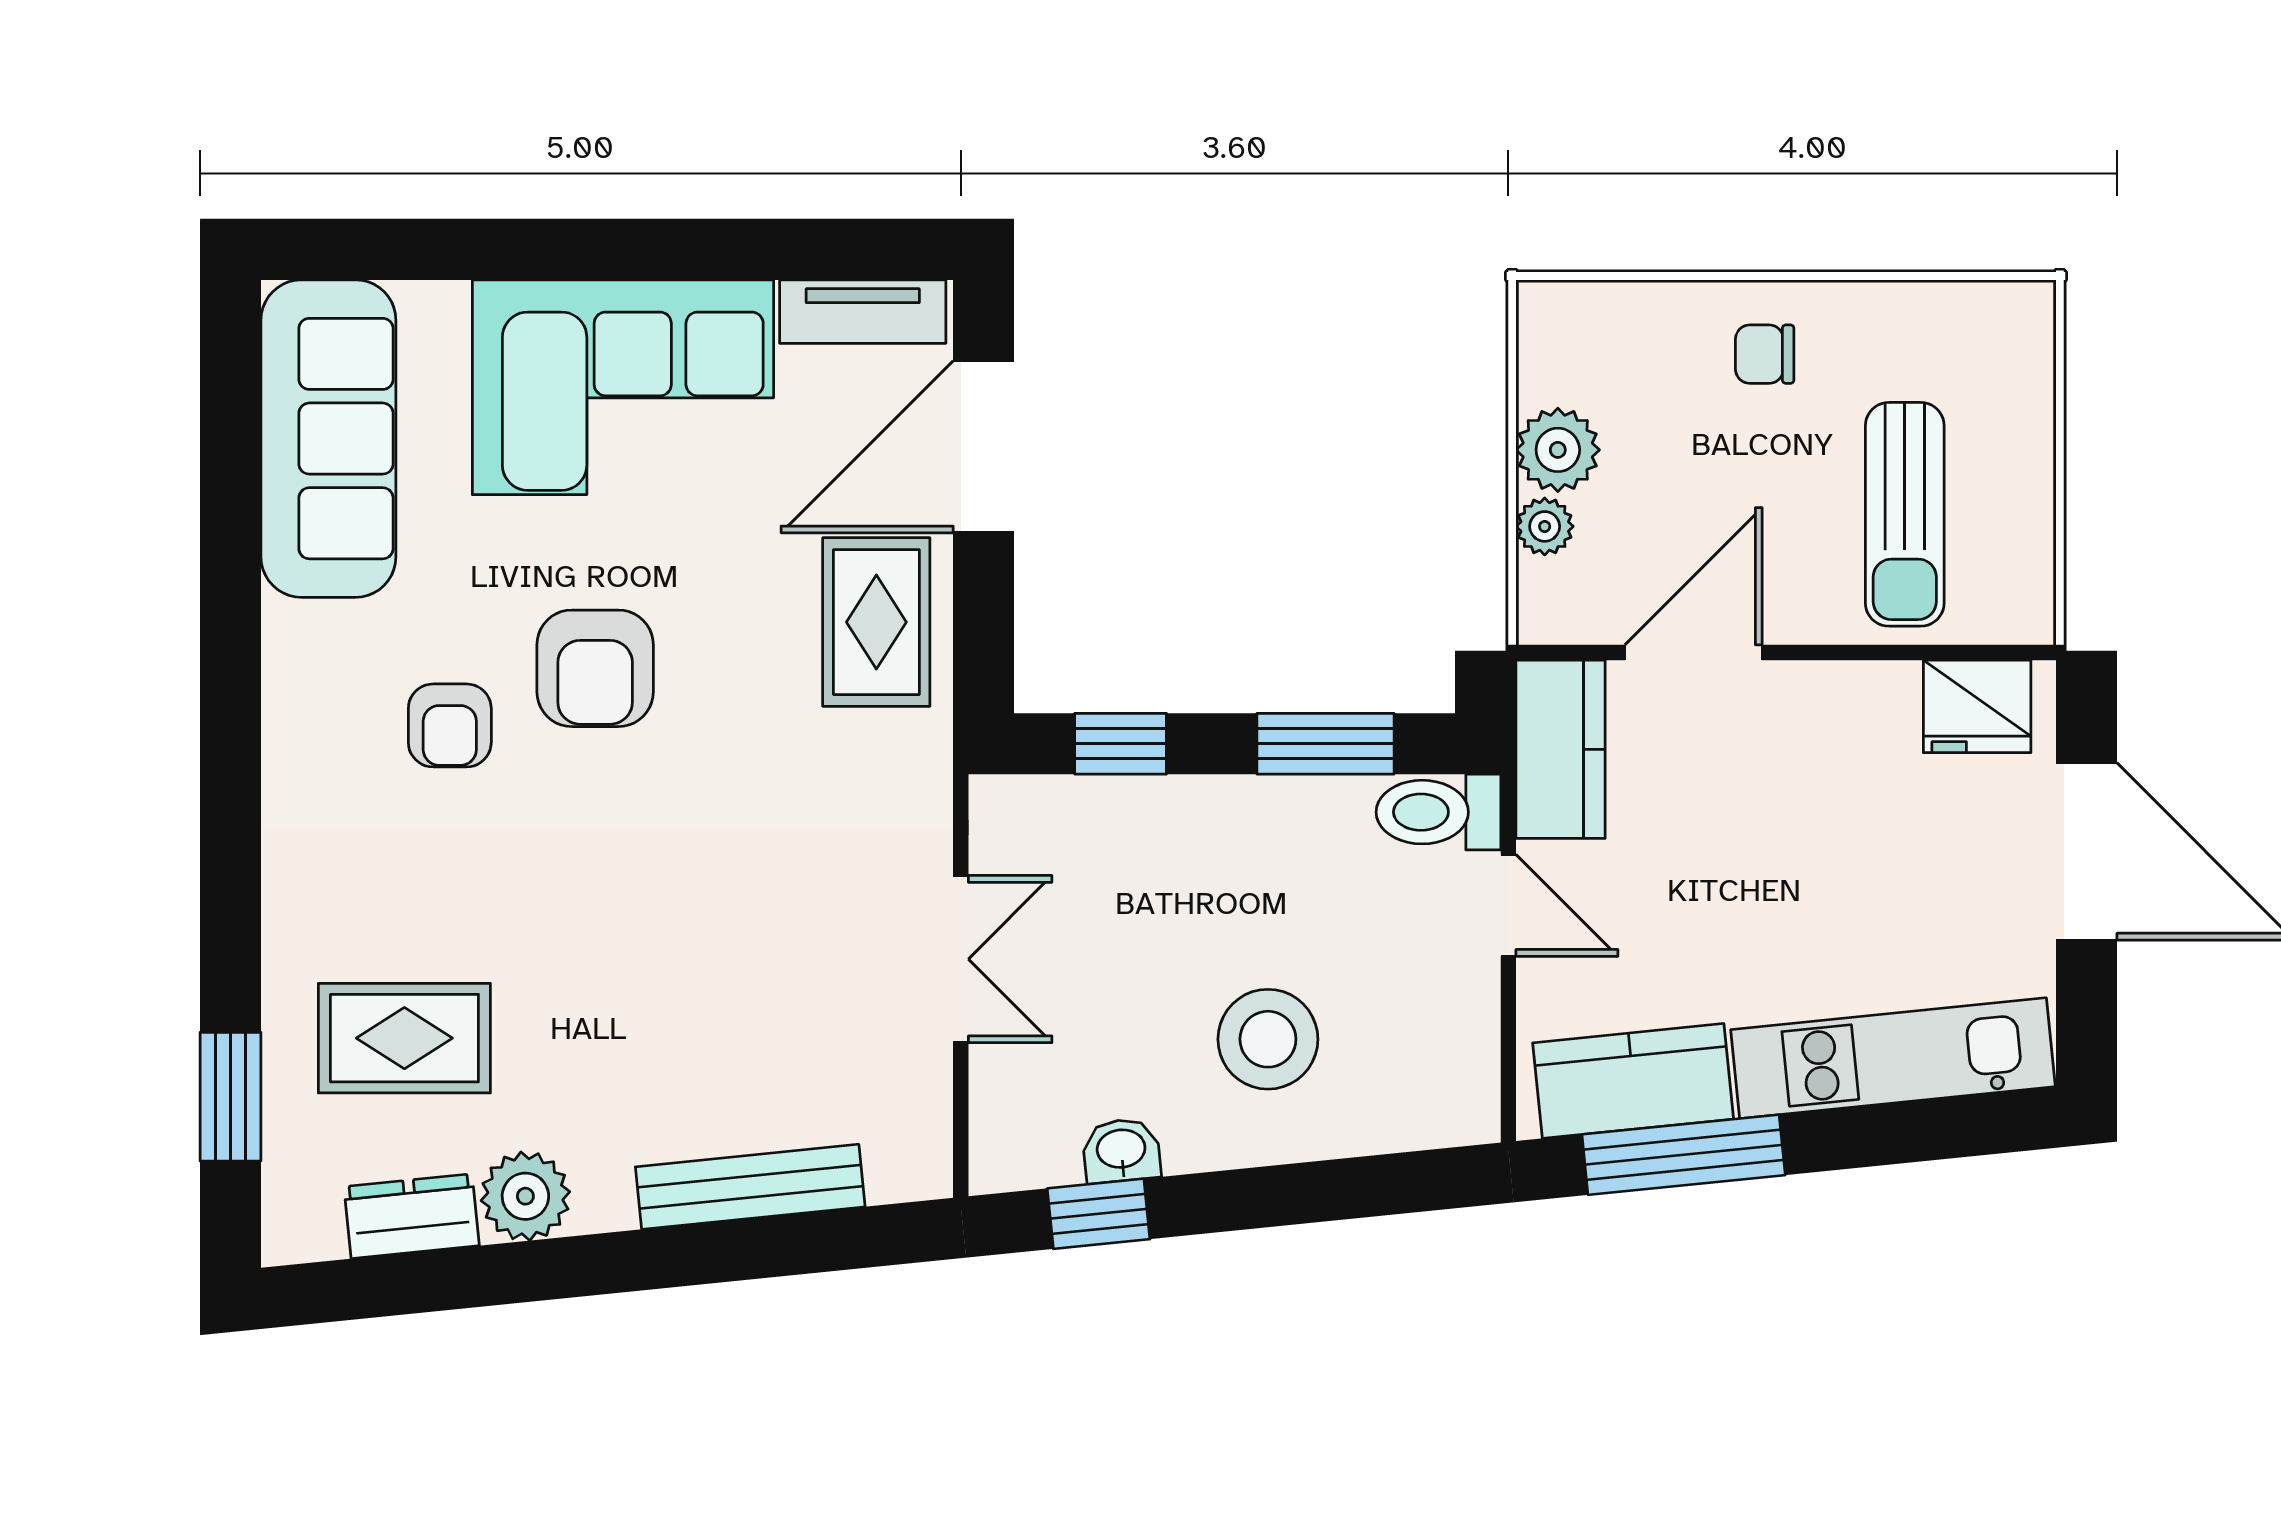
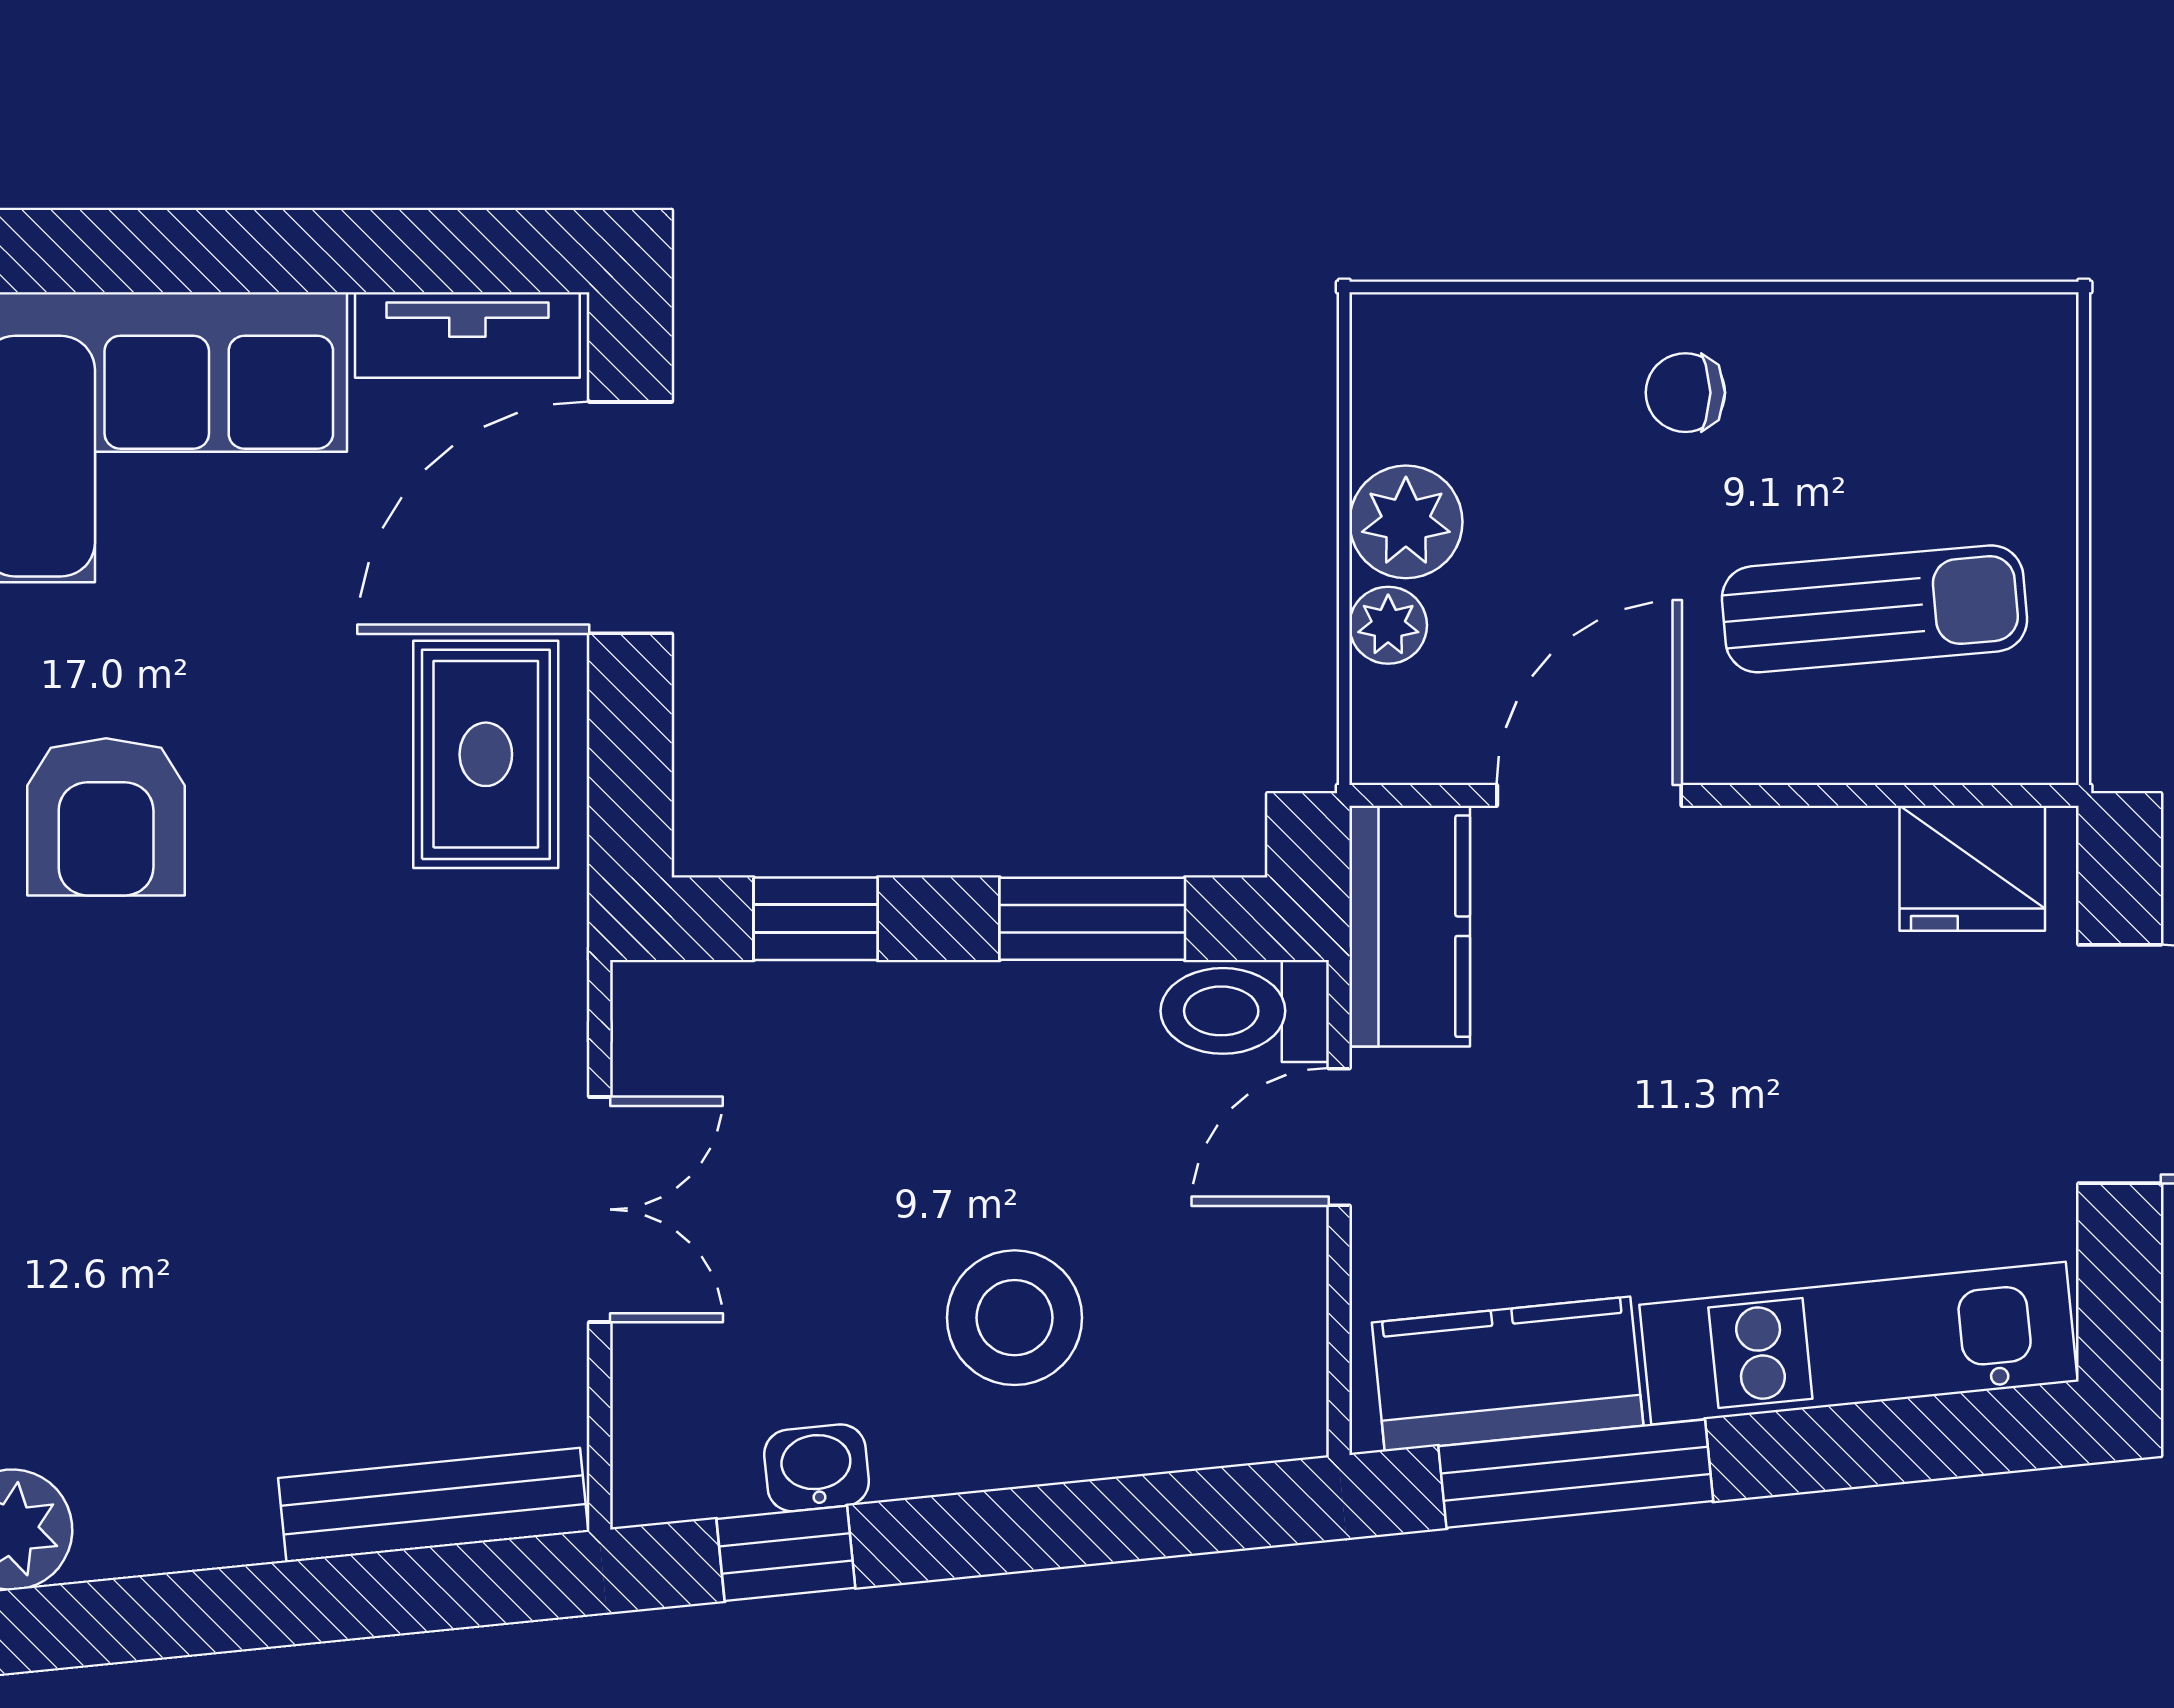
sun lounger: (1905, 514) -> (1874, 609), turned -95
door: (1508, 905) -> (1339, 1137), swing flipped
bench: (750, 1187) -> (433, 1505), moved

